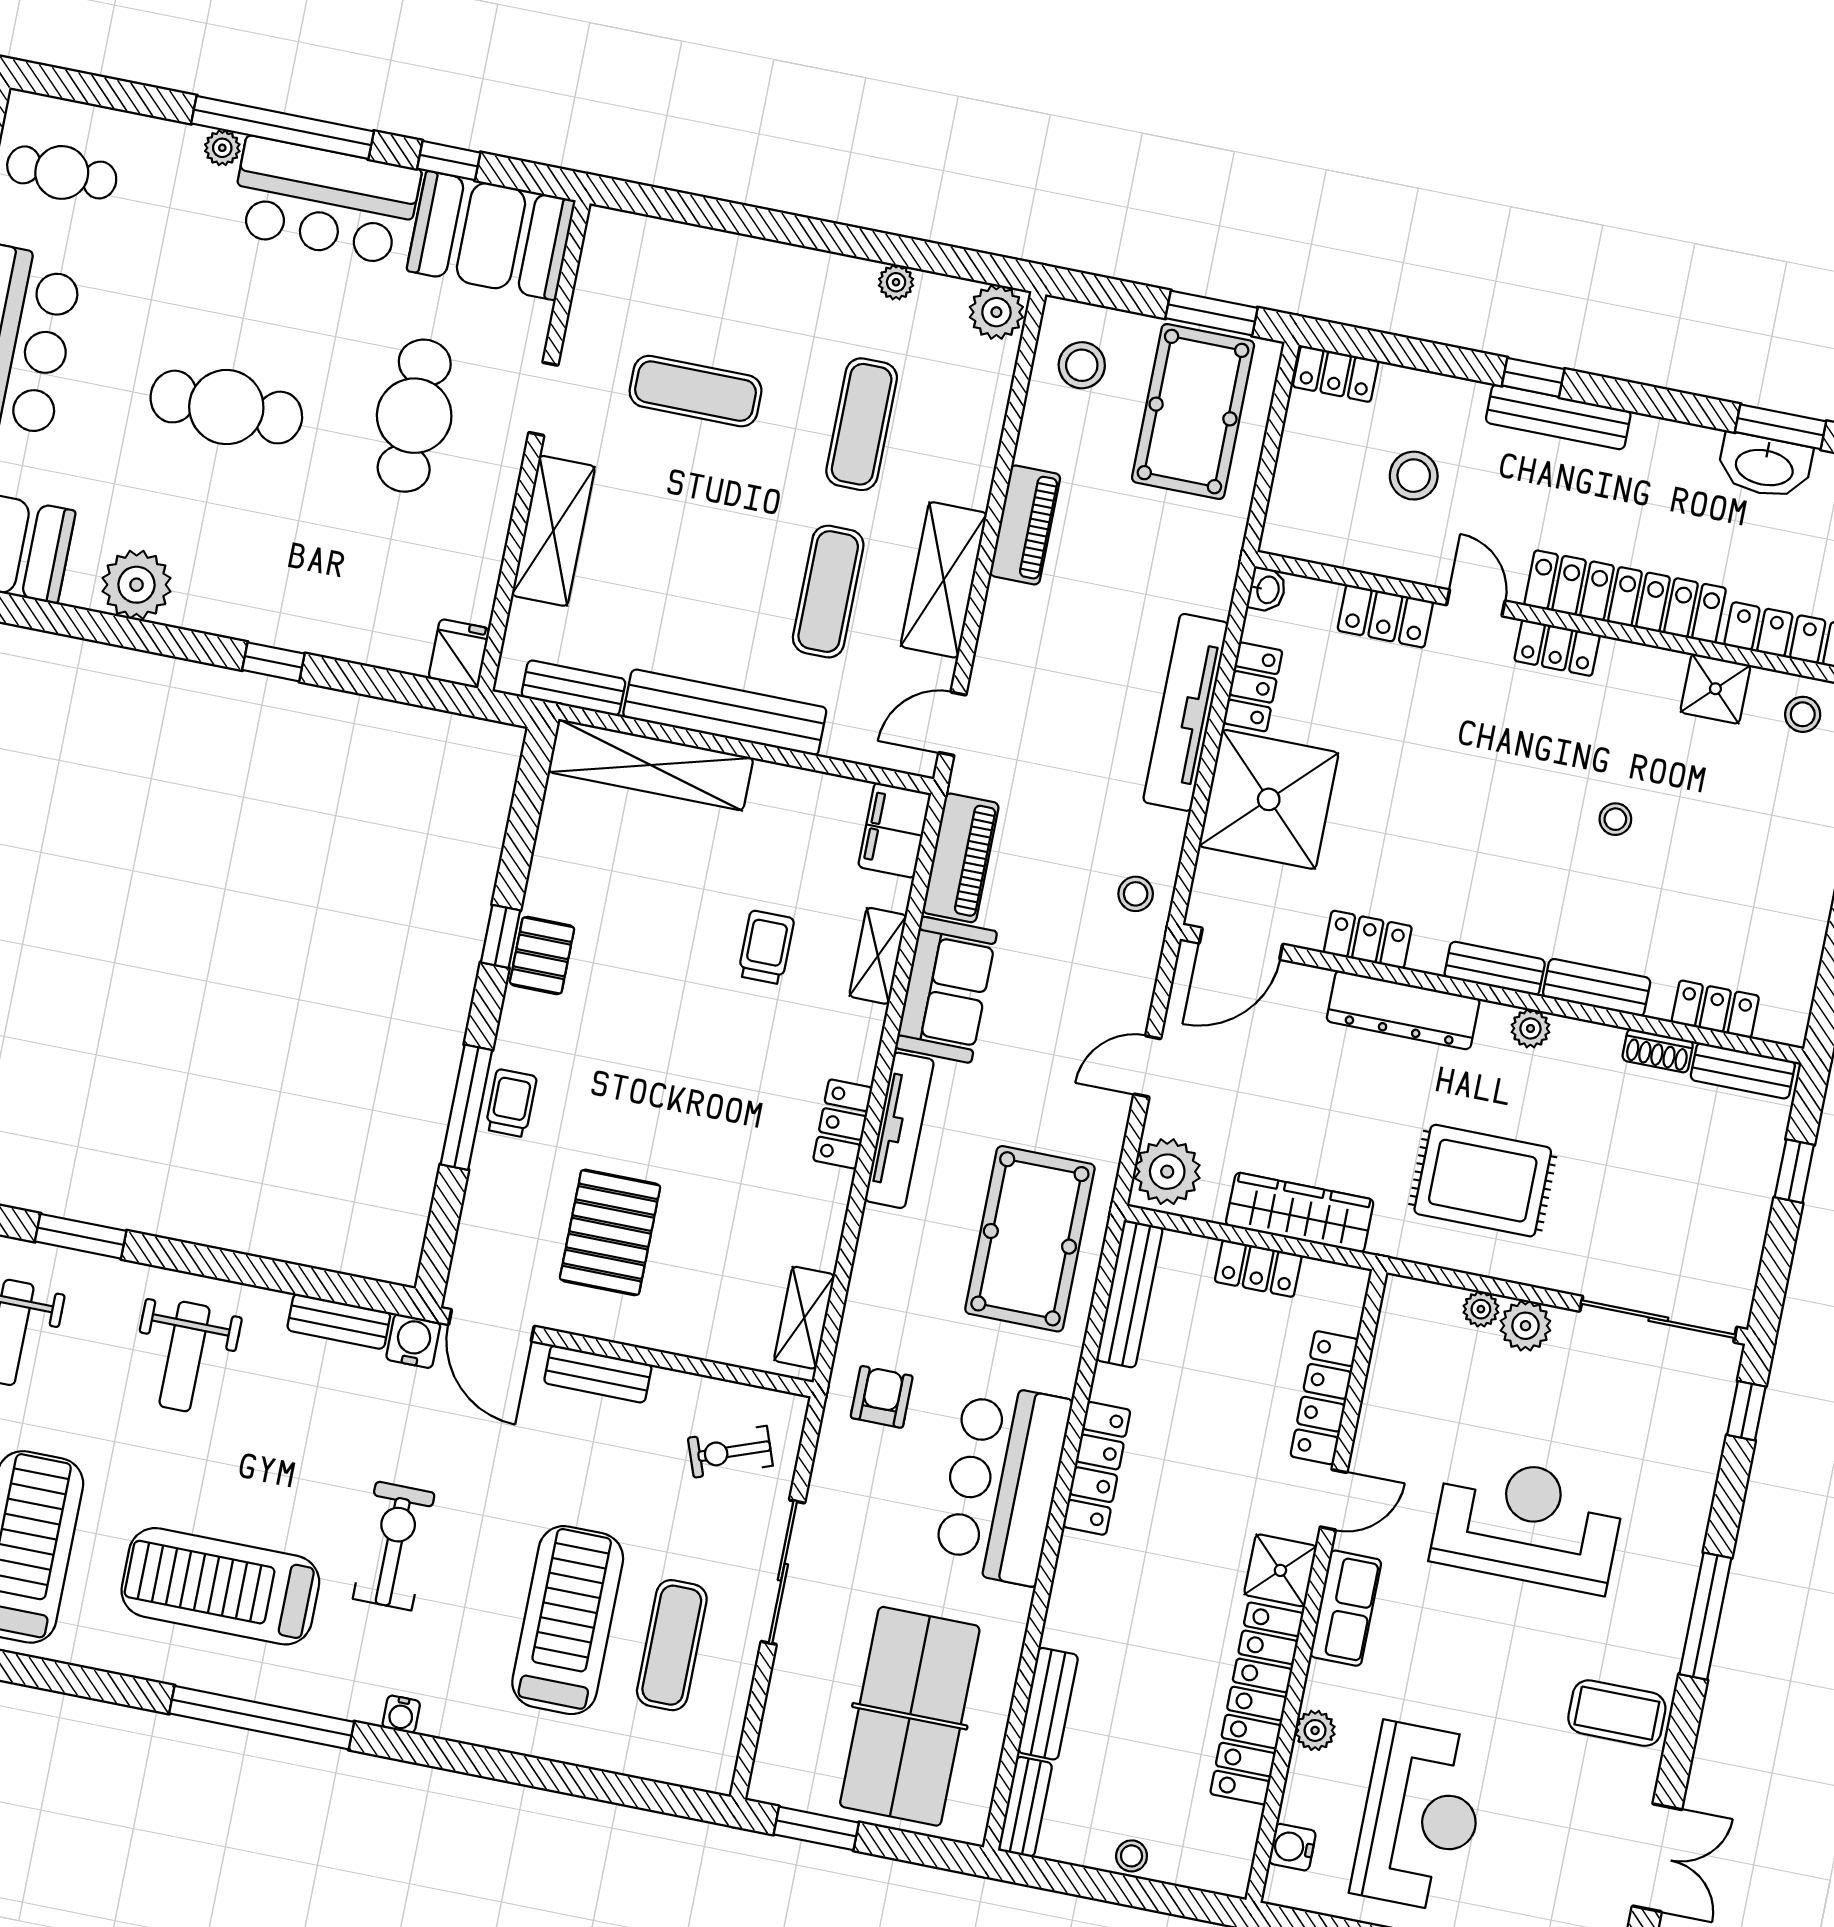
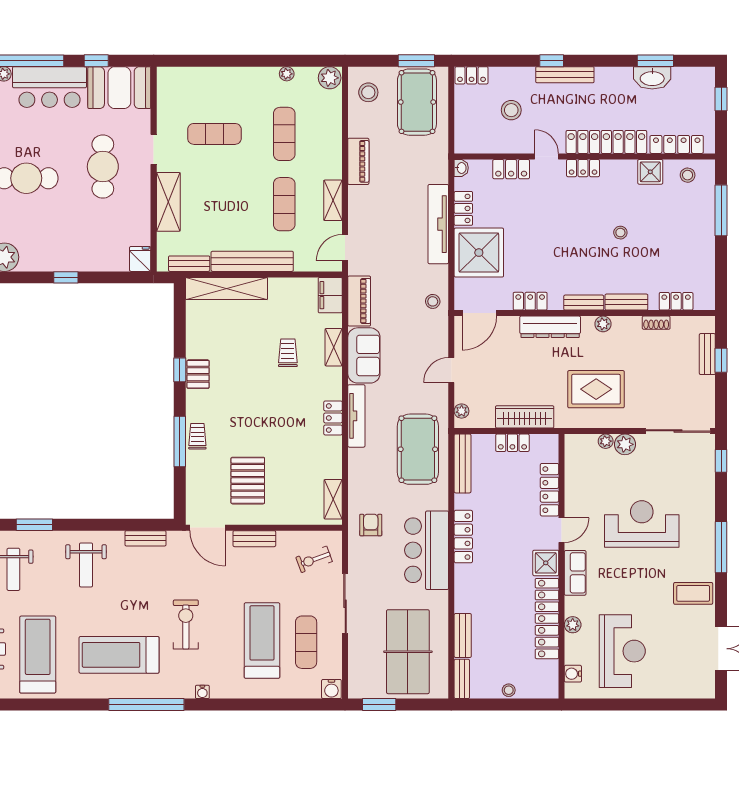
shelving: (944, 580) -> (333, 200), width x0.67, depth x0.75
bench: (1743, 1071) -> (707, 354), moved, turned 90
plant: (1167, 1172) -> (462, 411), width x0.53, depth x0.53
water cooler: (413, 1341) -> (331, 689), moved, turned 180

